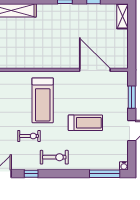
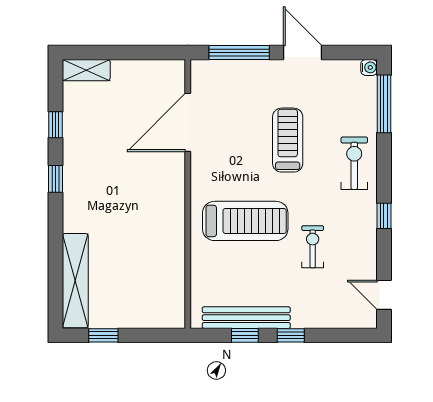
window: (132, 97) -> (239, 52), width x1.44
exercise bike: (54, 157) -> (354, 163), moved
window: (31, 174) -> (384, 216), moved

